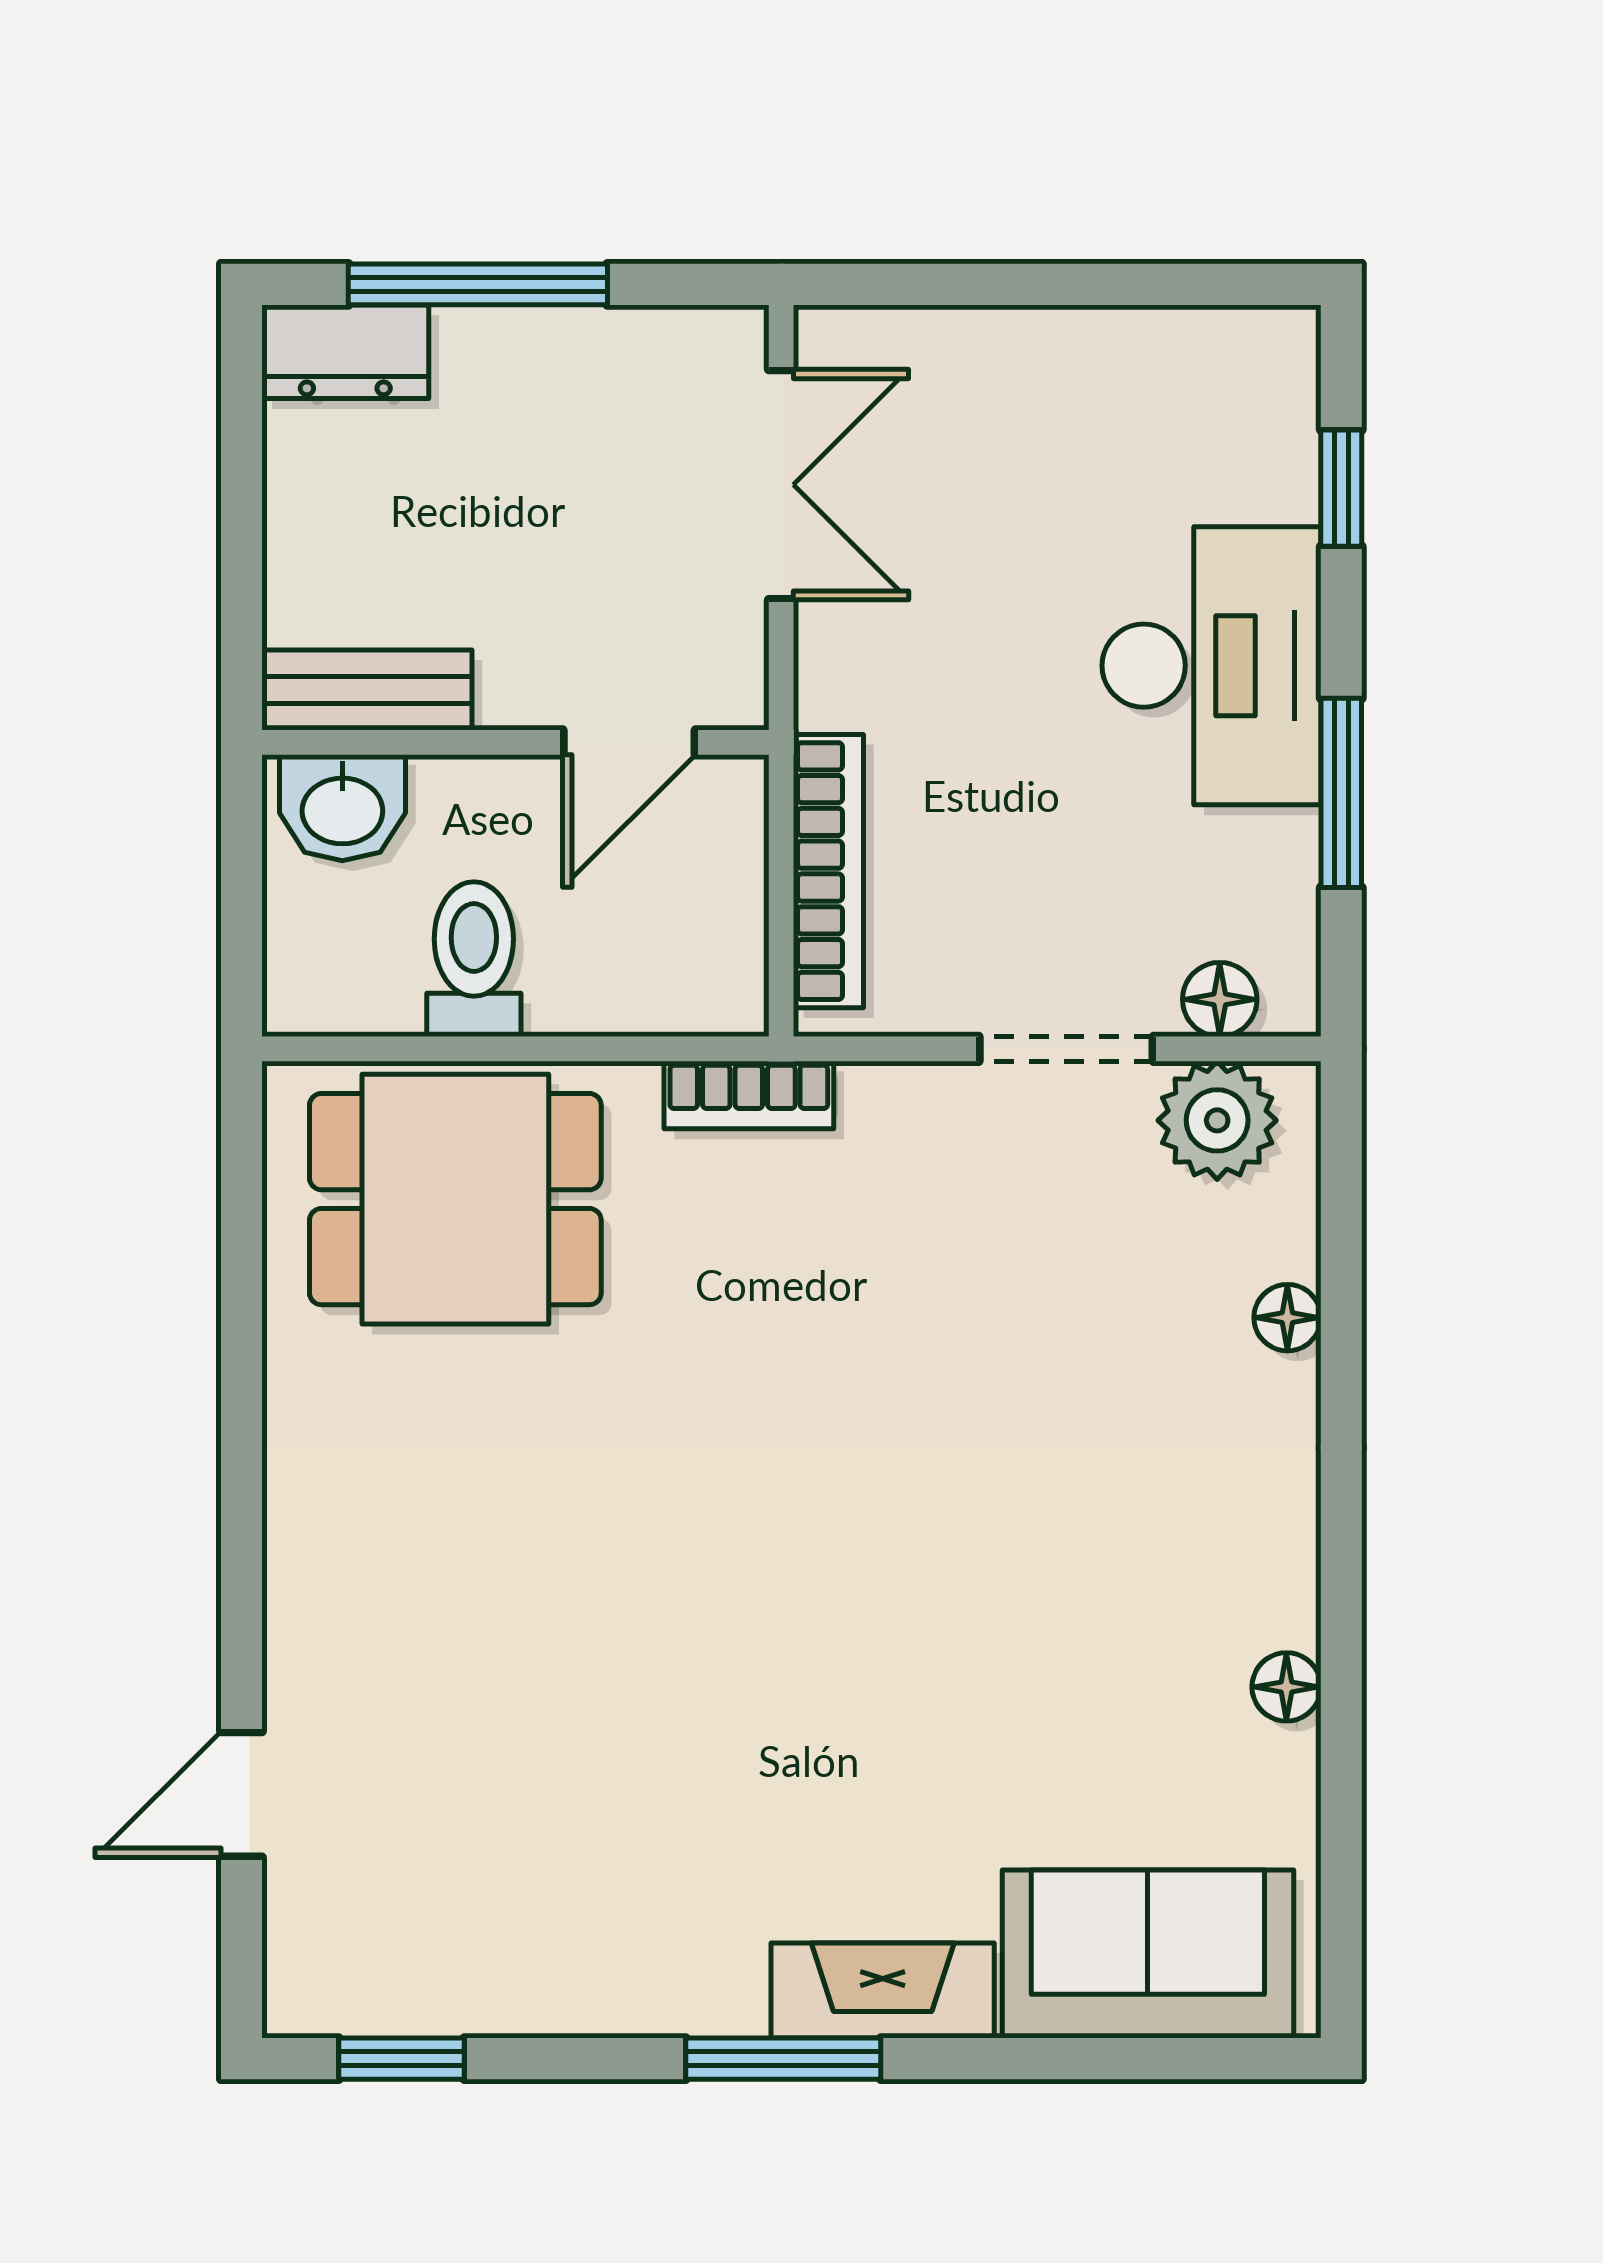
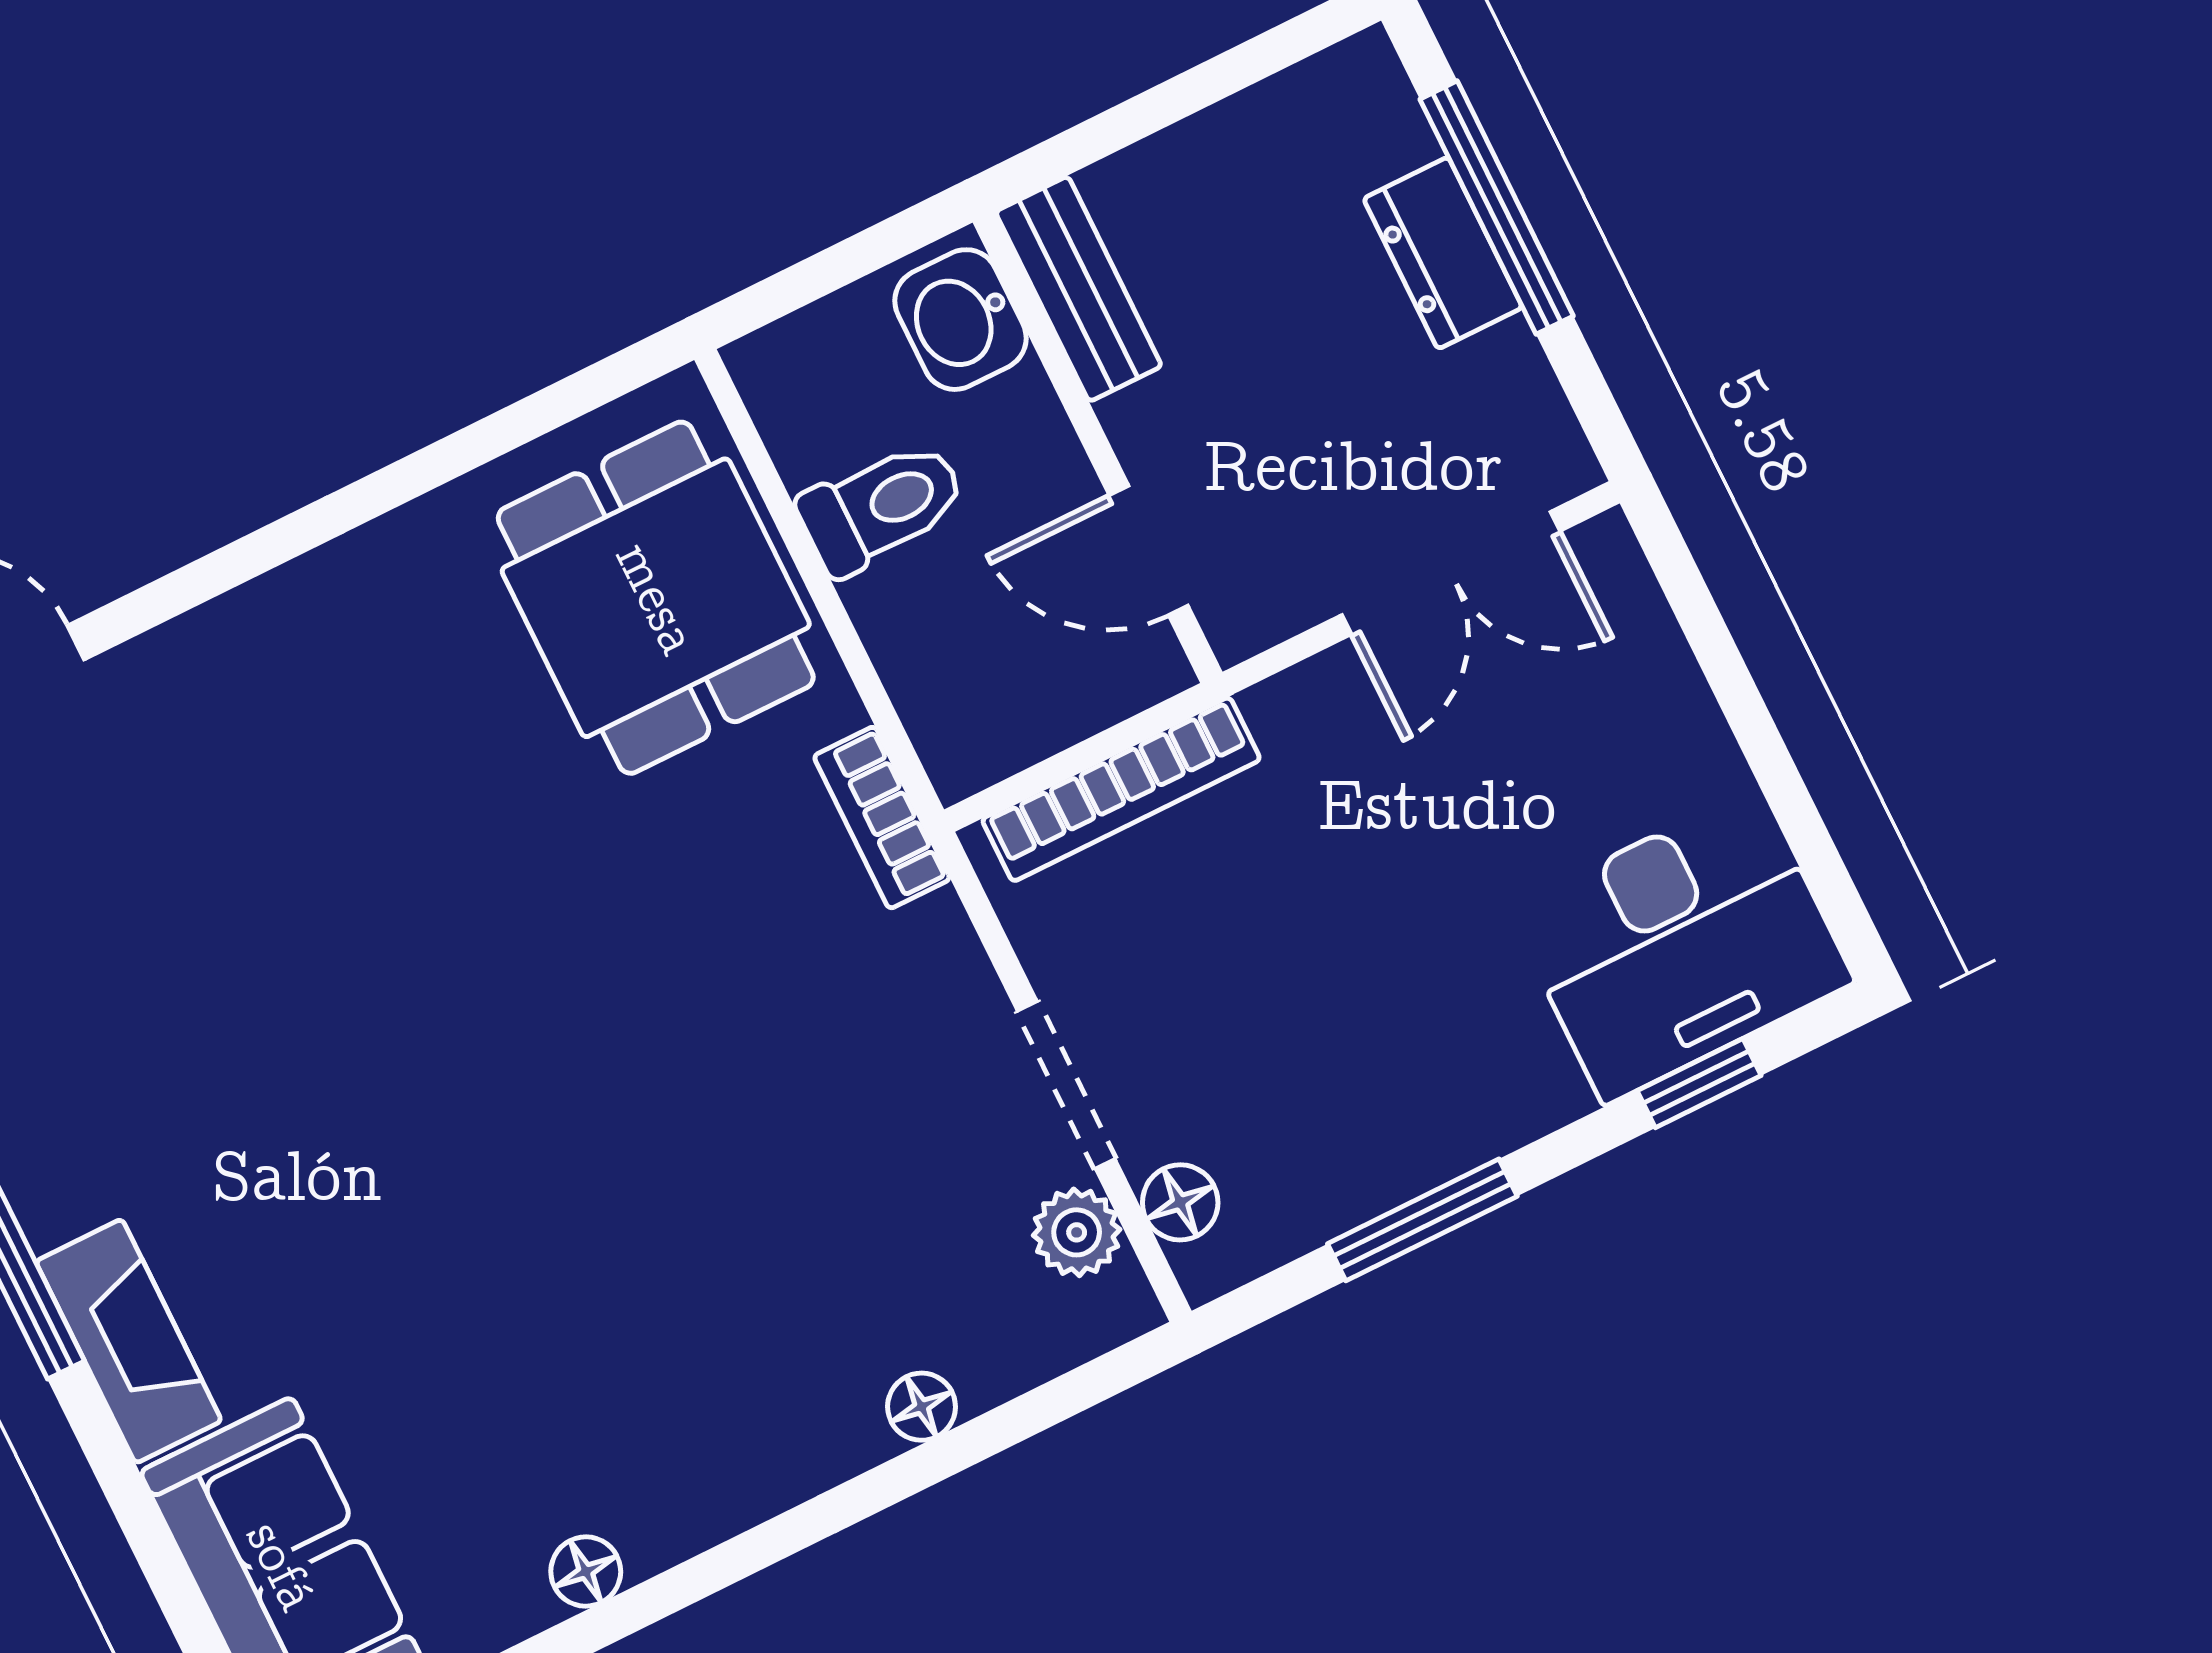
dresser: (345, 352) -> (1443, 253), moved
desk: (1211, 666) -> (1681, 945), moved
plant: (1217, 1120) -> (1077, 1232), width x0.73, depth x0.73

